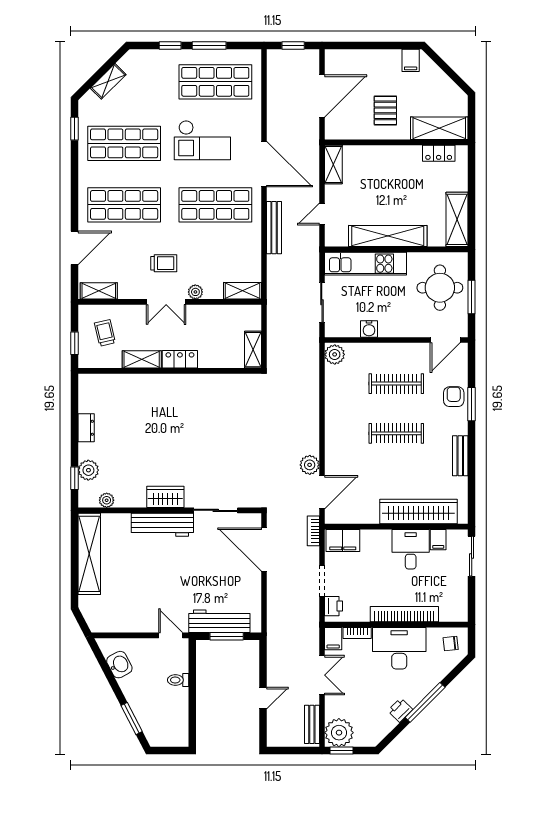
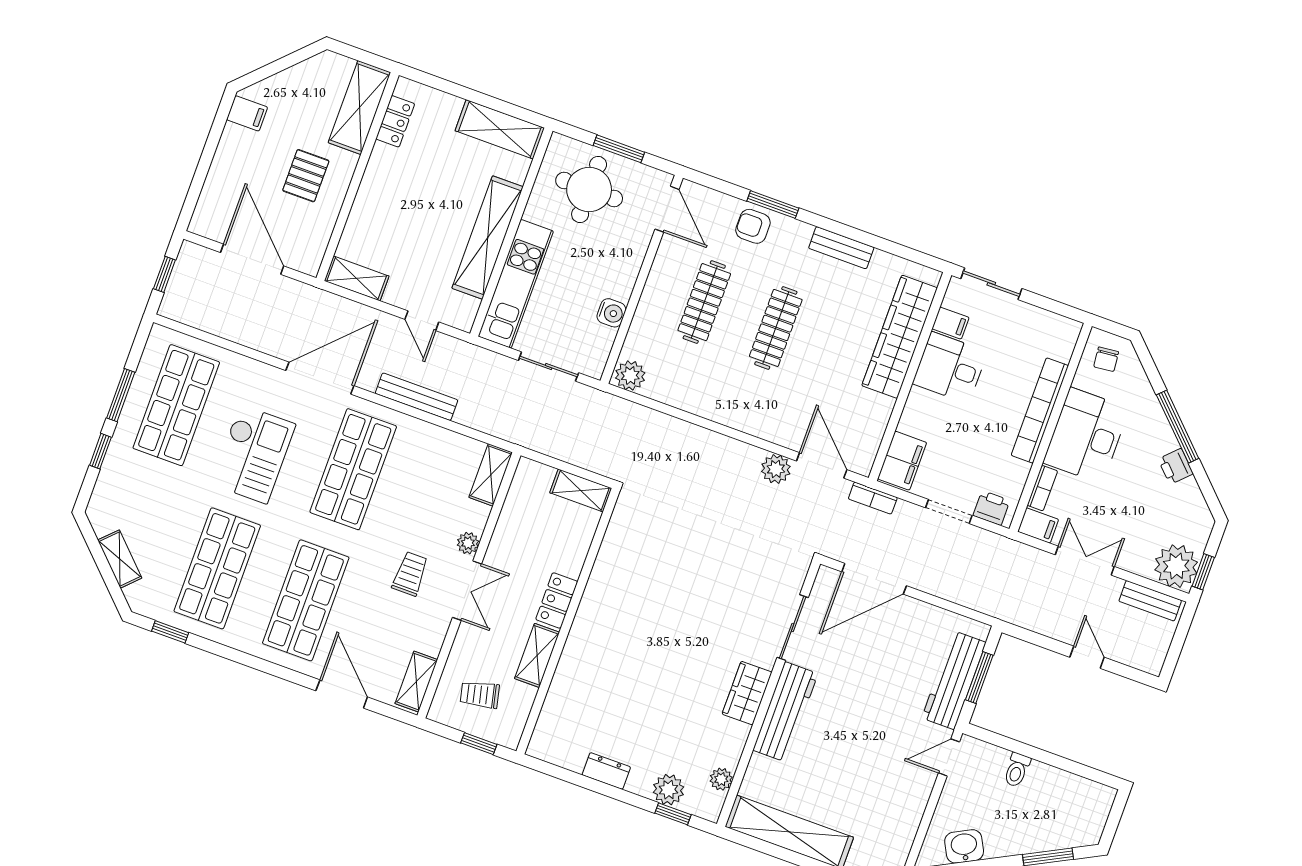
pallet: (385, 110) -> (306, 176), turned 90

